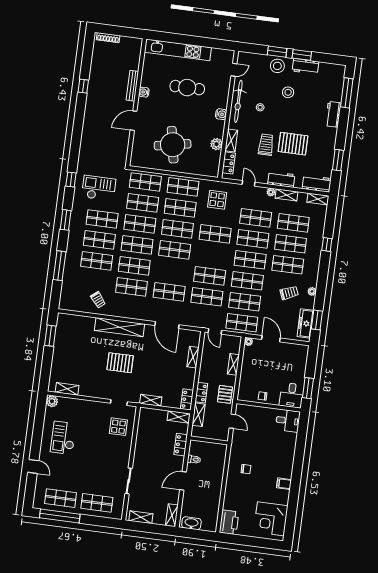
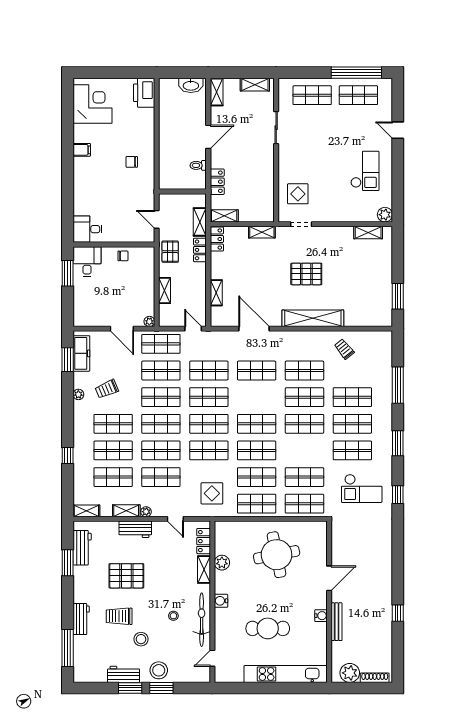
plant: (127, 44) -> (350, 673), added
trolley: (266, 145) -> (119, 616), moved, turned 90
workbench: (317, 184) -> (82, 548), moved, turned -90
shop shelf: (140, 224) -> (209, 424), moved

